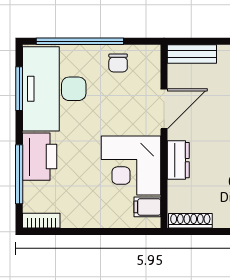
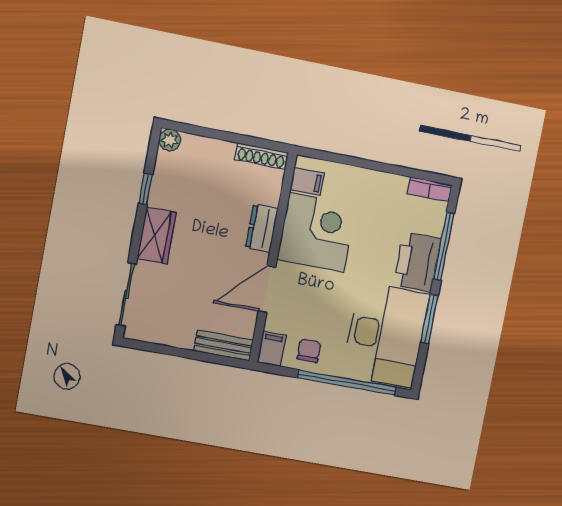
filing cabinet: (150, 58) -> (272, 349), added
window: (19, 89) -> (429, 319), moved

